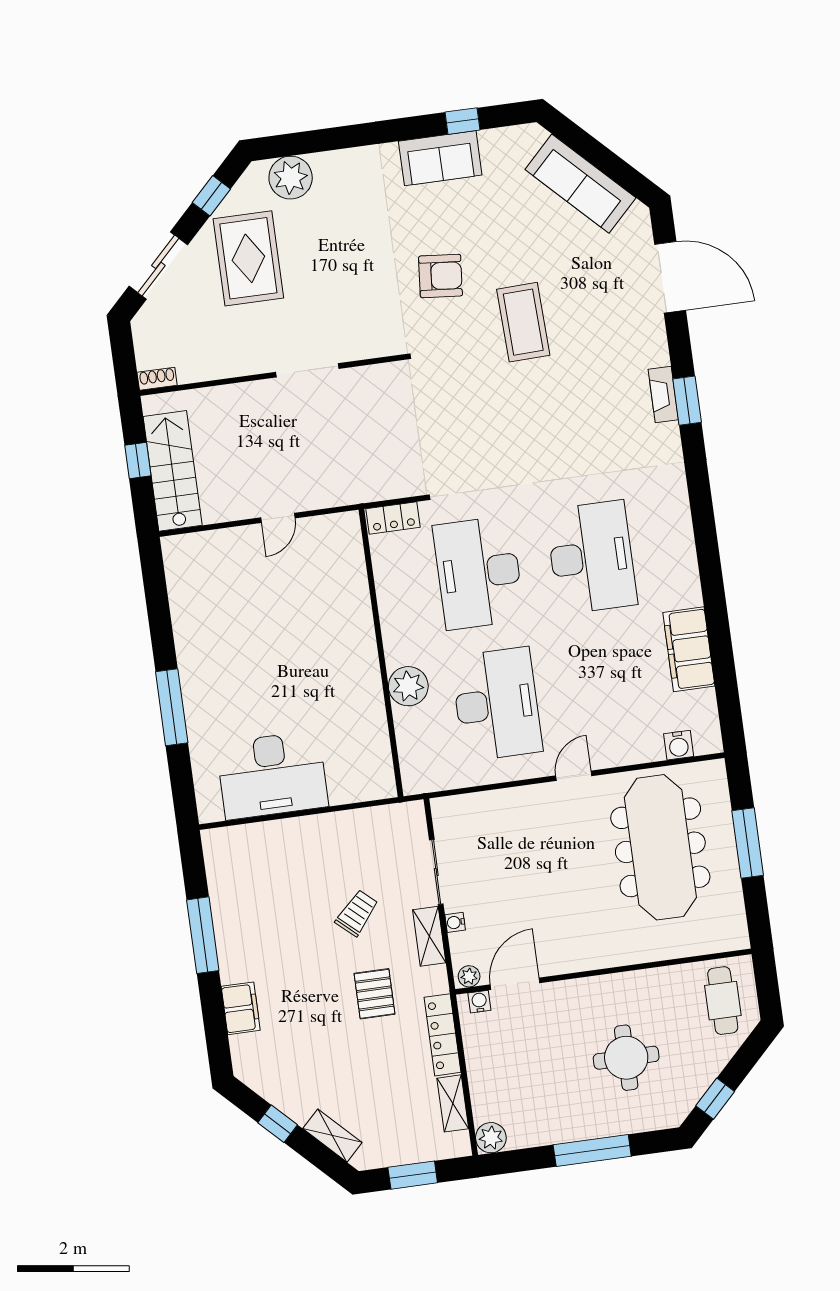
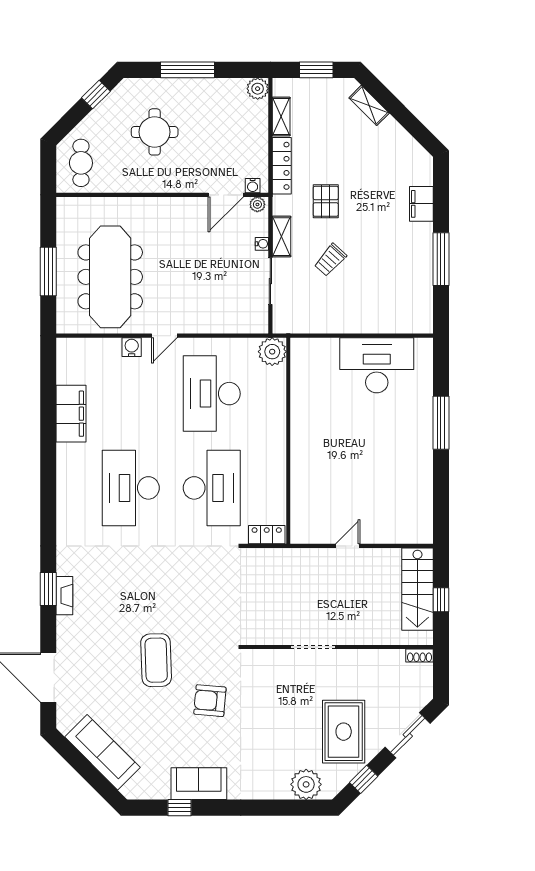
plant: (408, 686) -> (272, 352), moved
water cooler: (679, 745) -> (132, 347), moved
window: (278, 1124) -> (406, 119), removed

